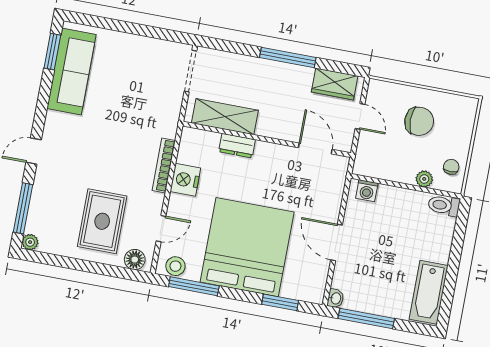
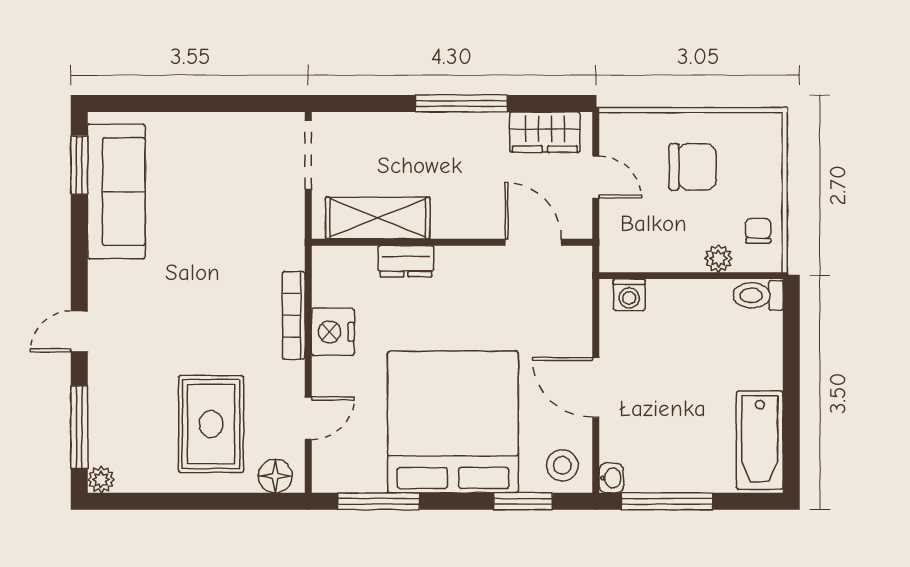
stool: (175, 266) -> (562, 465), moved

